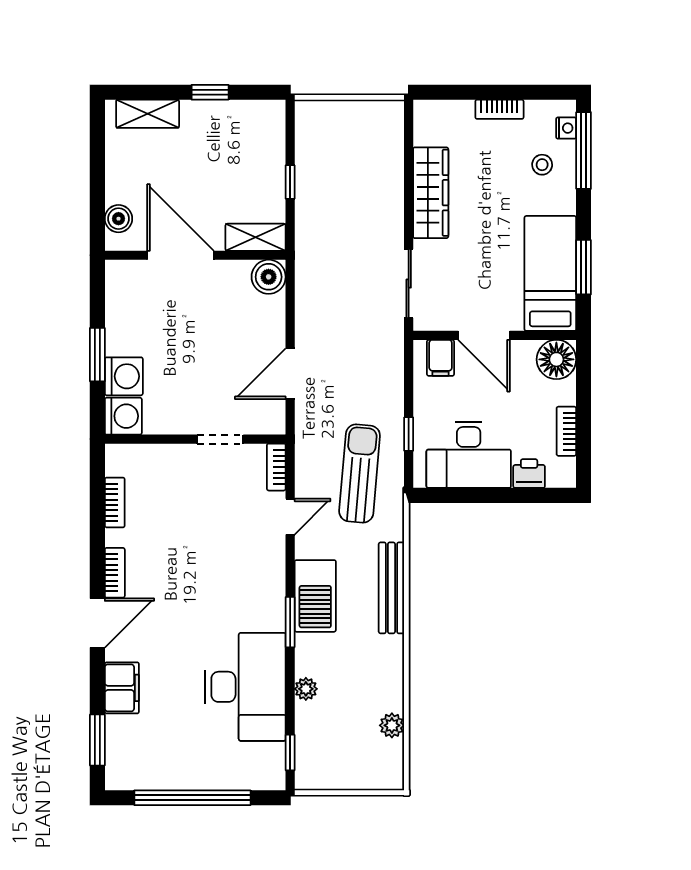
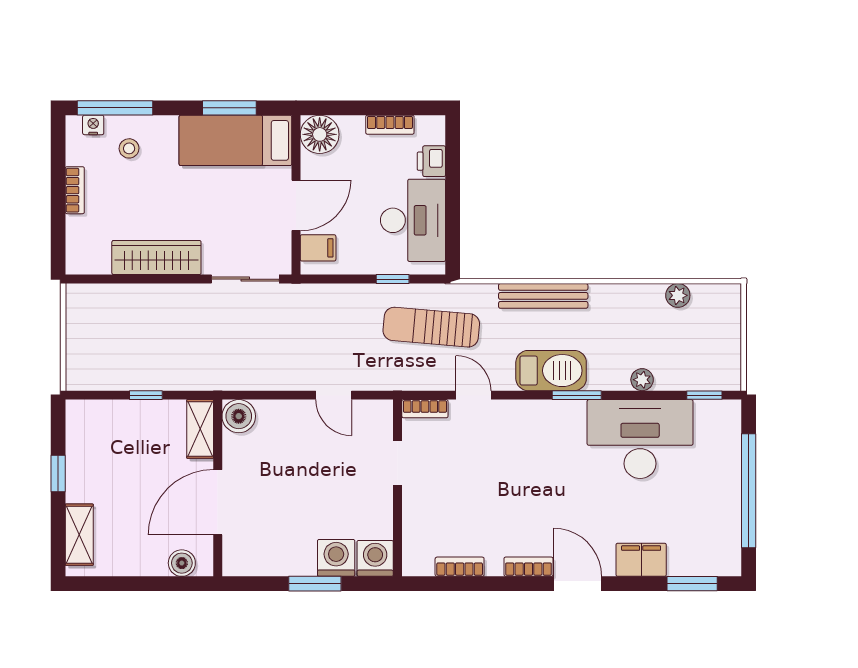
door: (290, 374) -> (334, 395), width x0.73

